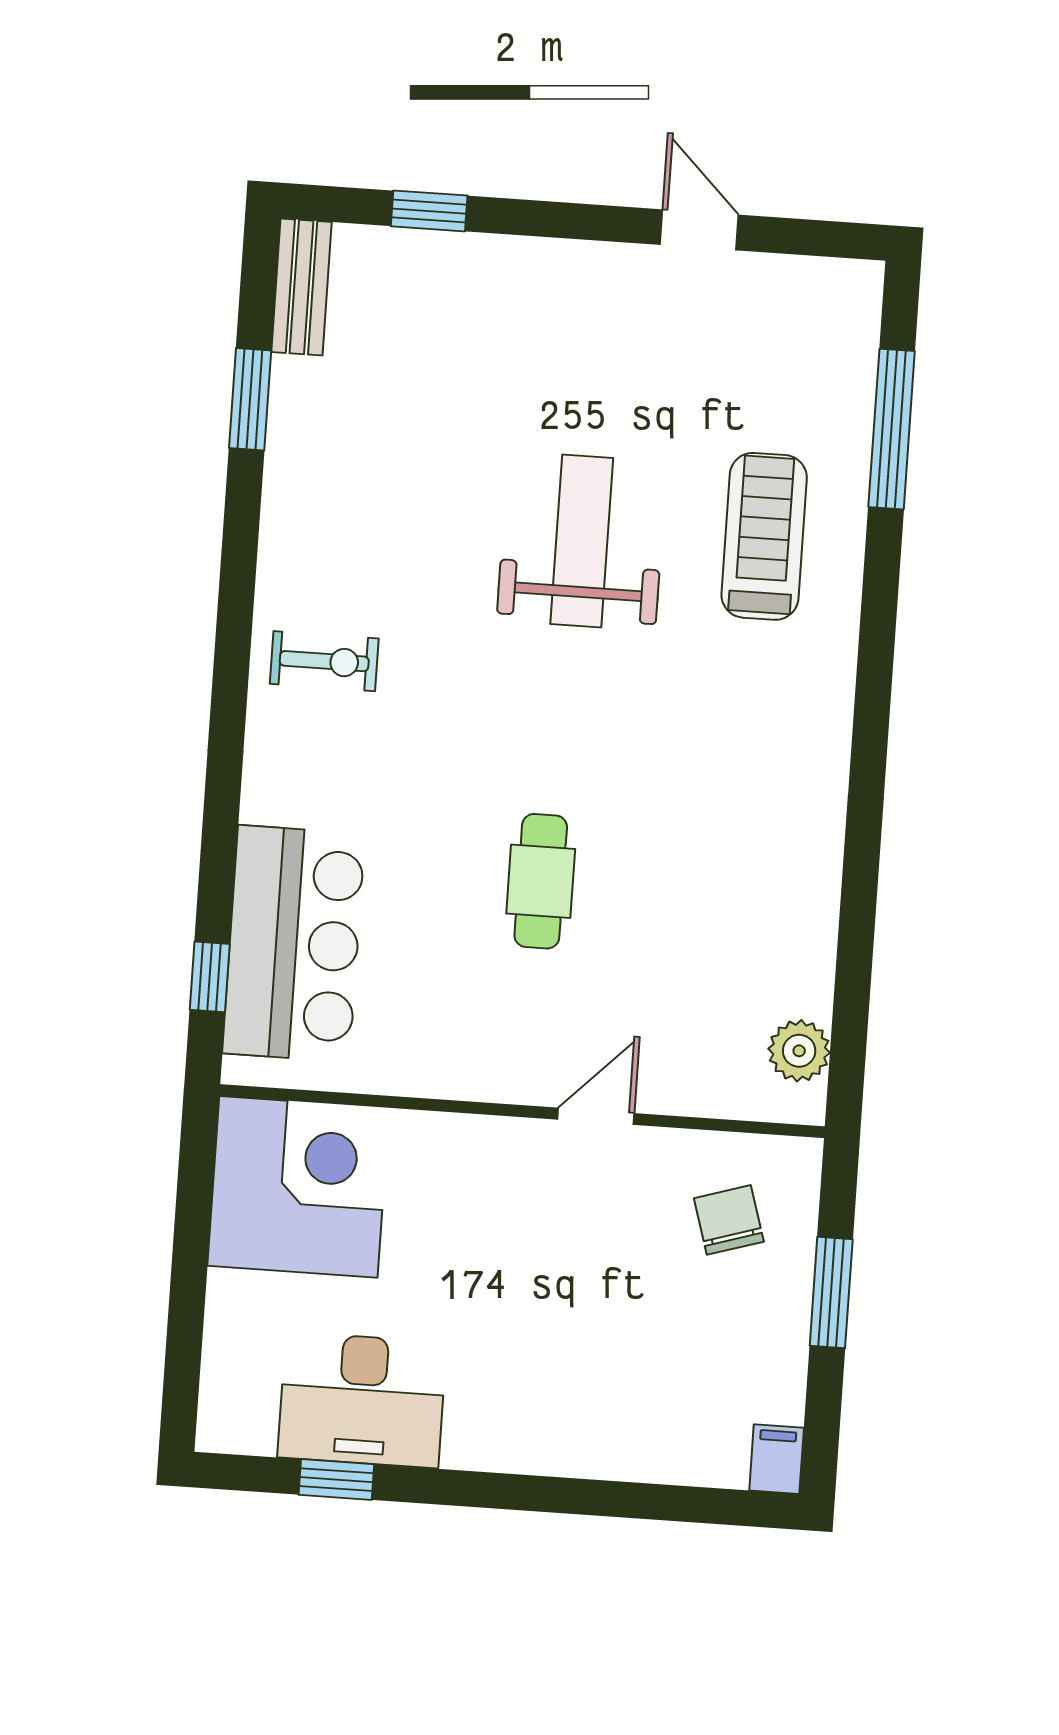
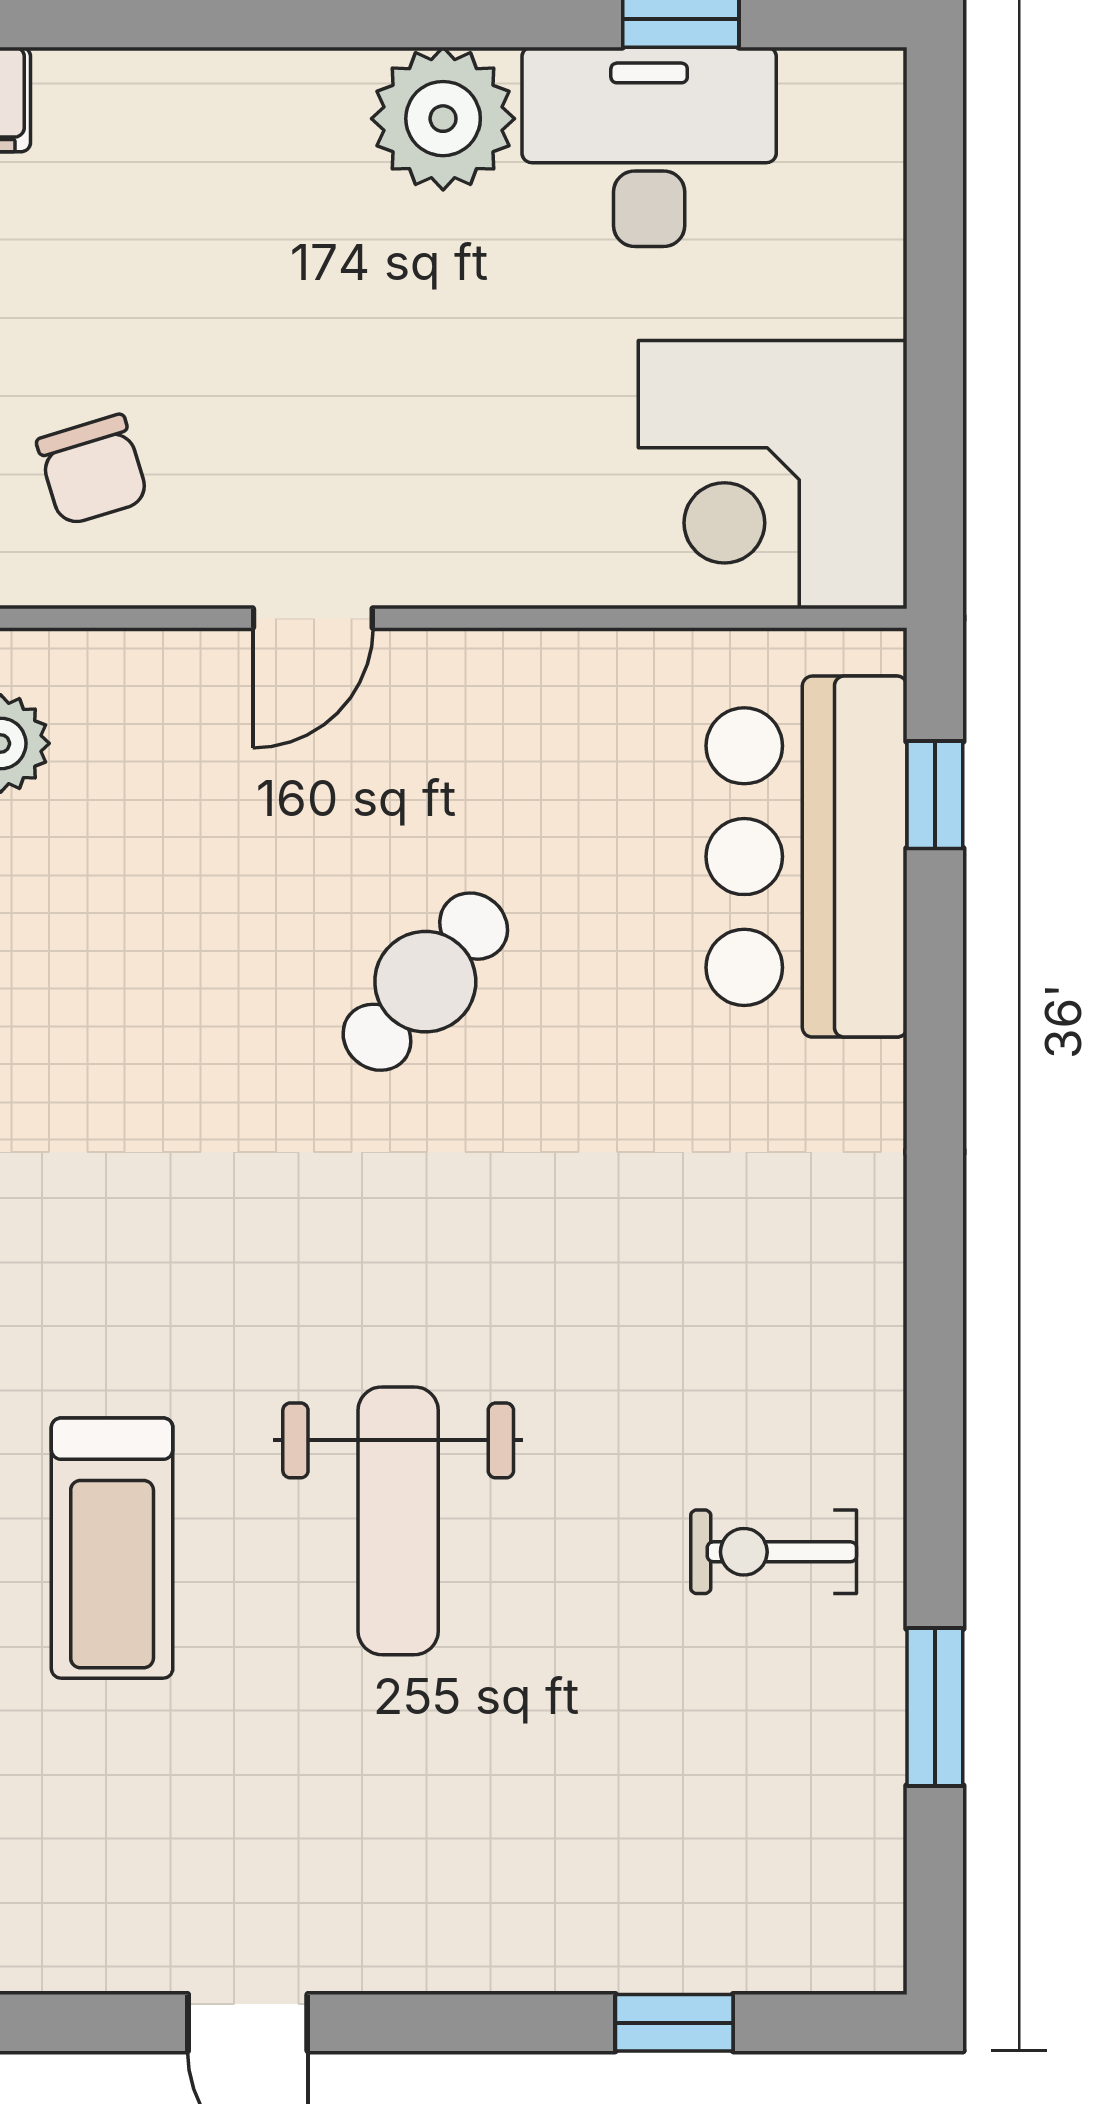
bench: (301, 287) -> (867, 1889), removed
exercise bike: (324, 661) -> (774, 1552), moved
cafe table: (541, 881) -> (425, 982), turned 41
plant: (491, 1427) -> (443, 119), added

